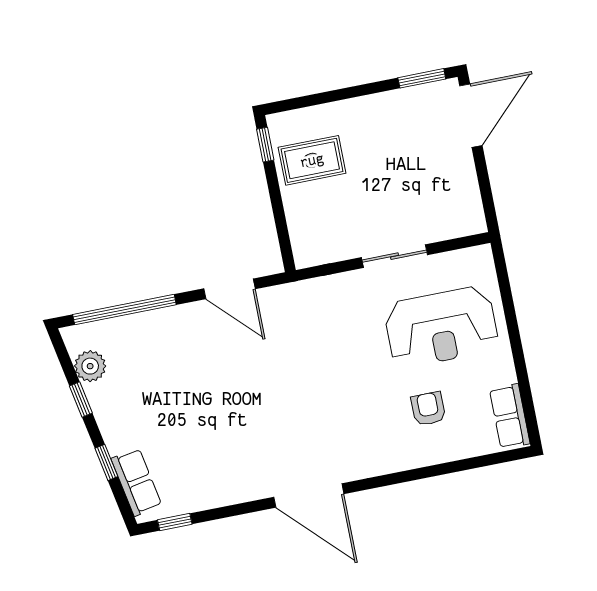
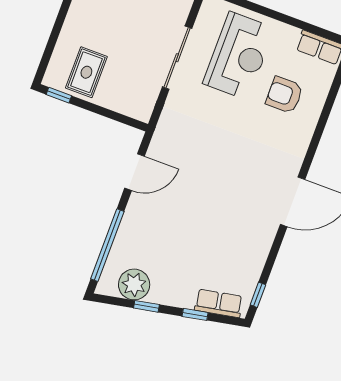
sliding door: (395, 256) -> (177, 58), width x1.37
plant: (90, 366) -> (134, 284), width x1.36, depth x1.36
armchair: (428, 409) -> (284, 95), width x1.38, depth x1.38

